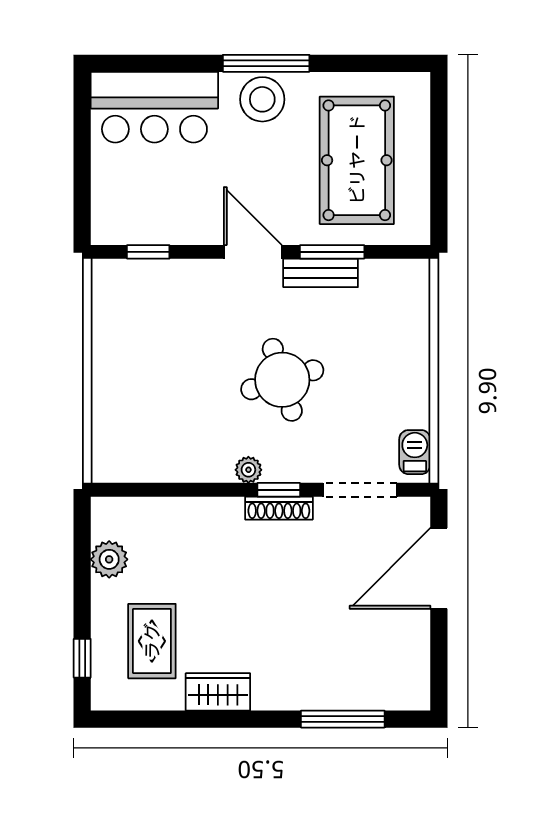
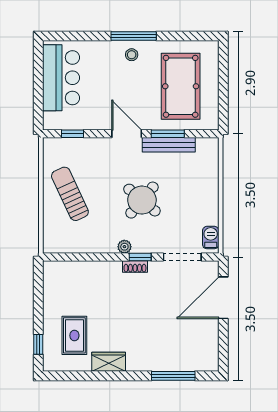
stool: (262, 99) -> (132, 55), width x0.53, depth x0.53
bar counter: (154, 107) -> (61, 78), moved, turned -90
bench: (321, 273) -> (169, 145), width x1.36
sun lounger: (143, 368) -> (70, 194), added
round table: (282, 380) -> (142, 200), turned -33
shoe rack: (279, 508) -> (135, 267), width x0.70
plant: (109, 559) -> (52, 293), removed

